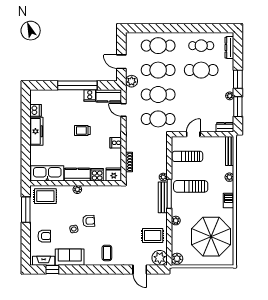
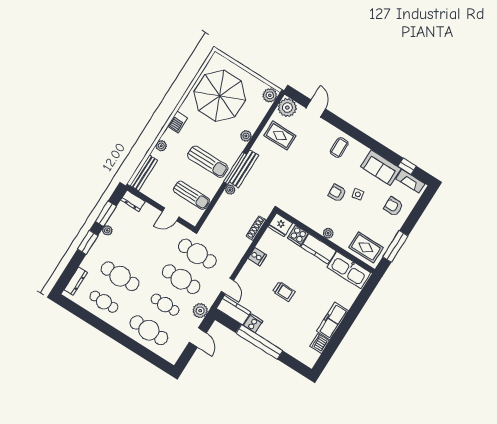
cafe table: (158, 70) -> (165, 305), width x0.73, depth x0.74

